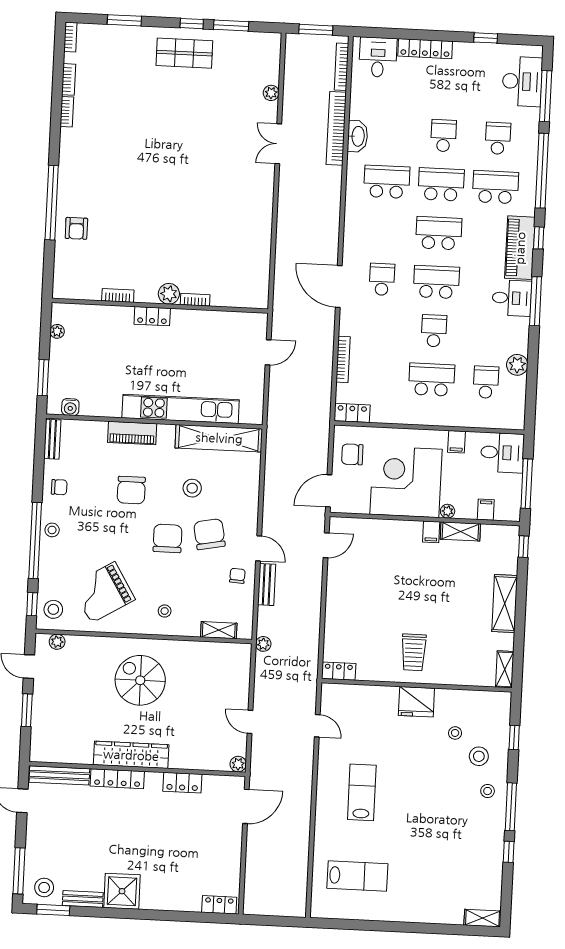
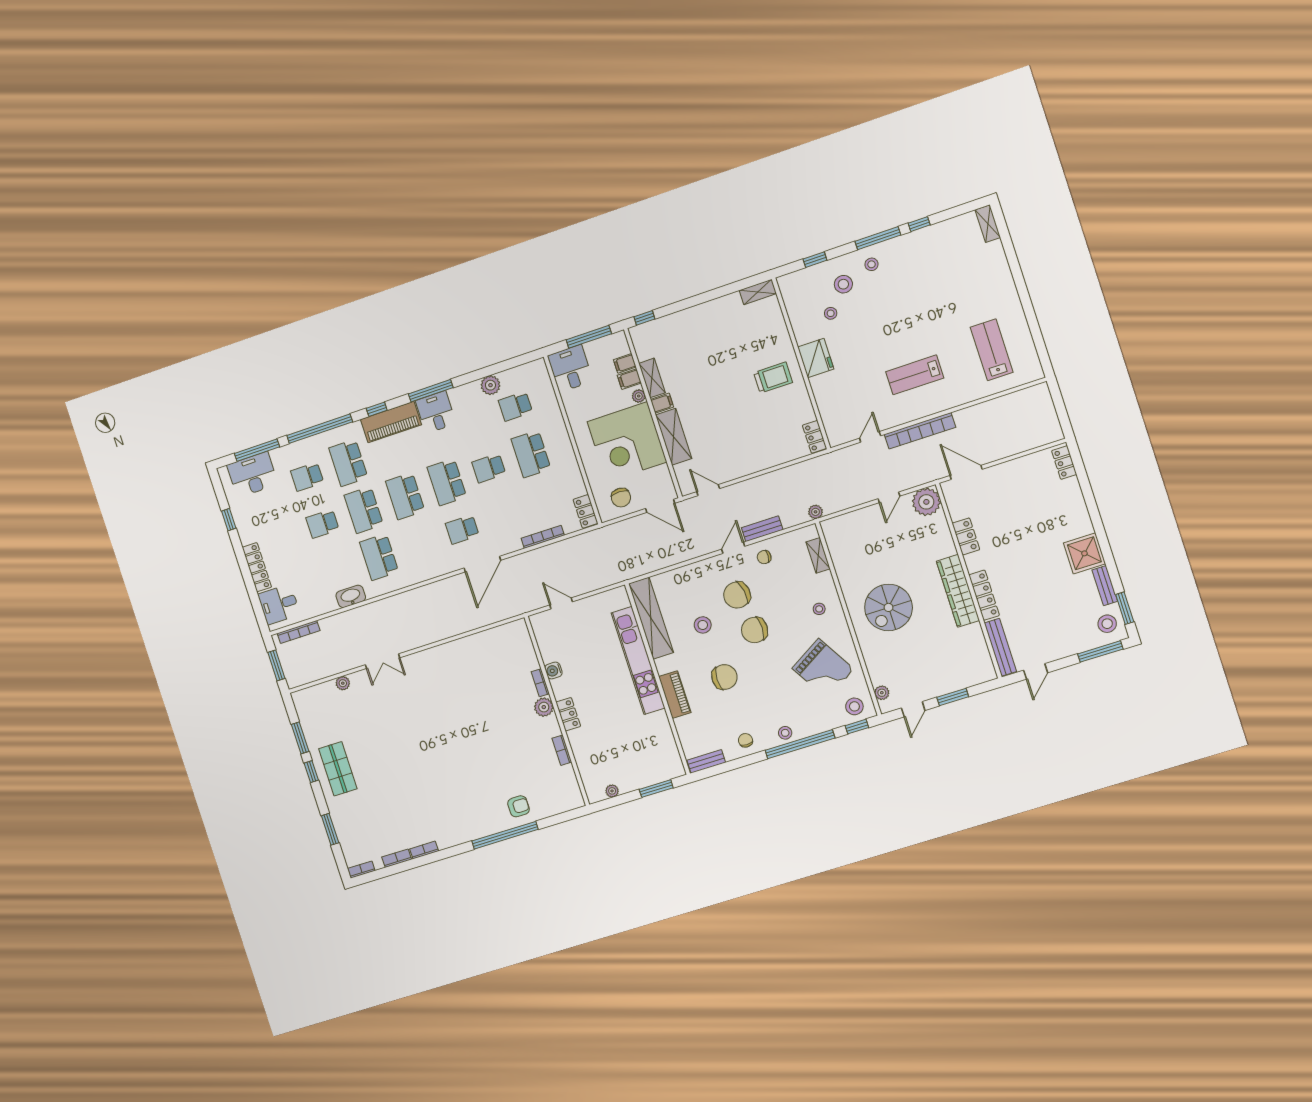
bookcase: (336, 128) -> (920, 431), moved
water cooler: (70, 407) -> (553, 671), moved, turned 180
filing cabinet: (457, 442) -> (629, 379), moved, turned 180
shelving: (505, 604) -> (674, 437), moved, turned 90
plant: (238, 764) -> (926, 502), width x1.87, depth x1.87

